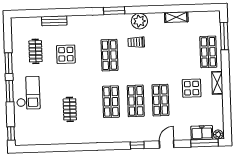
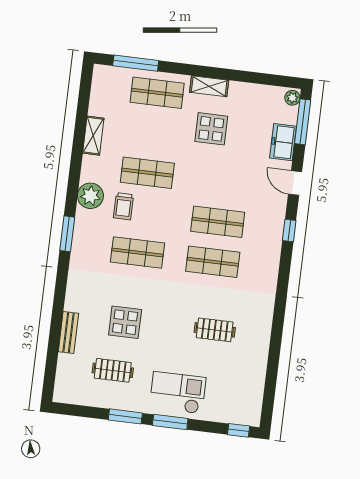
shop shelf: (160, 100) -> (147, 173), moved
freezer: (202, 133) -> (283, 142), moved

